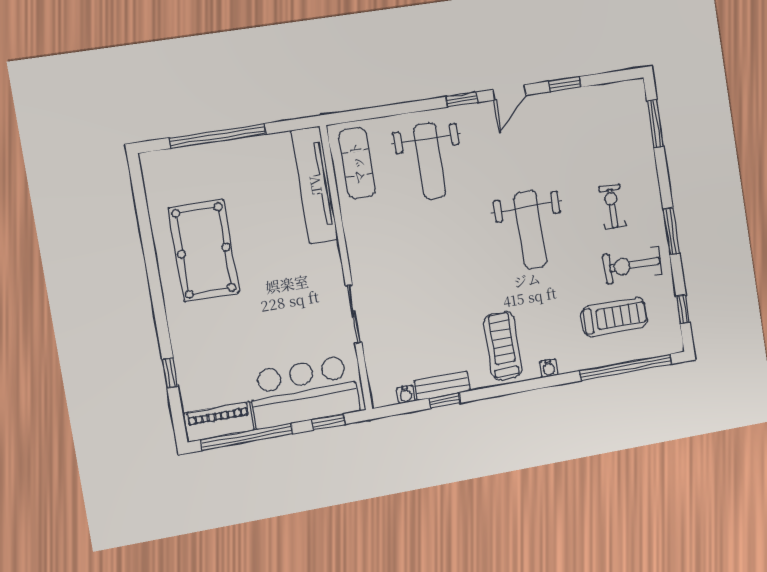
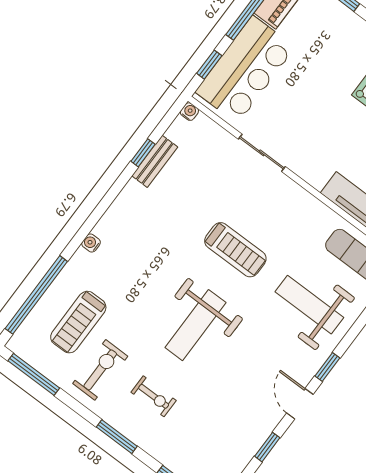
weight bench: (530, 230) -> (195, 325), turned -90
window: (671, 231) -> (117, 437), moved
window: (683, 309) -> (34, 374), width x2.17
treadmill: (503, 346) -> (235, 250), moved
water cooler: (406, 394) -> (189, 112), moved, turned 90

